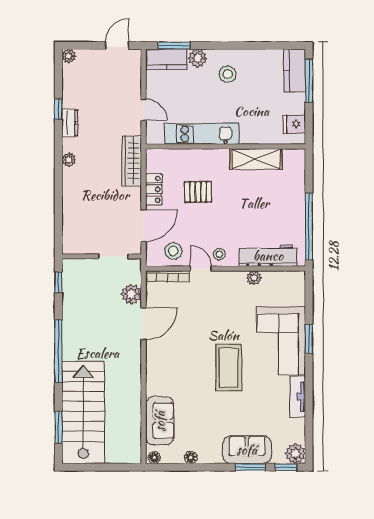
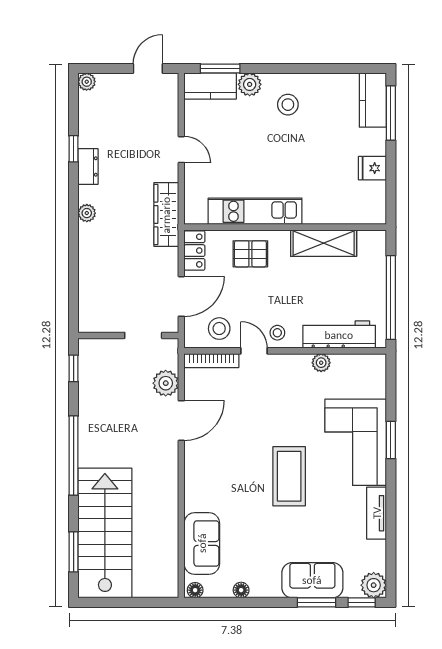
kitchen unit: (202, 134) -> (255, 211), moved
wall: (226, 146) -> (285, 227), moved
shelving: (256, 159) -> (324, 243), moved

